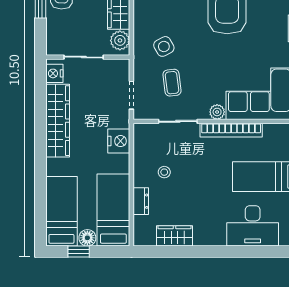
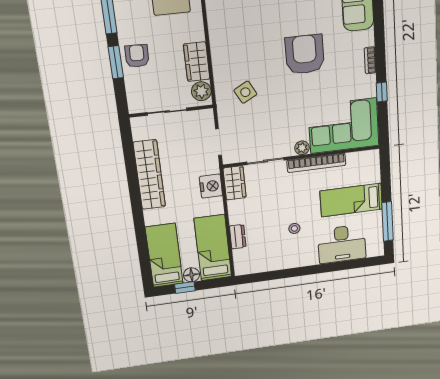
nightstand: (54, 73) -> (140, 131), removed
coffee table: (172, 83) -> (257, 126), removed
stool: (164, 172) -> (294, 228), moved
wardrobe: (174, 236) -> (235, 183), moved, turned 90

